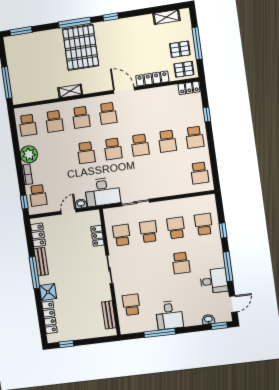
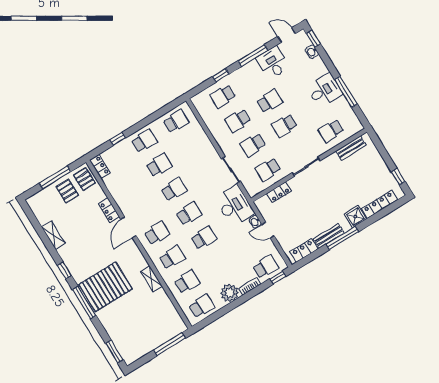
shelving: (166, 17) -> (53, 235), moved
locker: (152, 79) -> (109, 210), width x0.66
school desk: (154, 266) -> (285, 126), added

